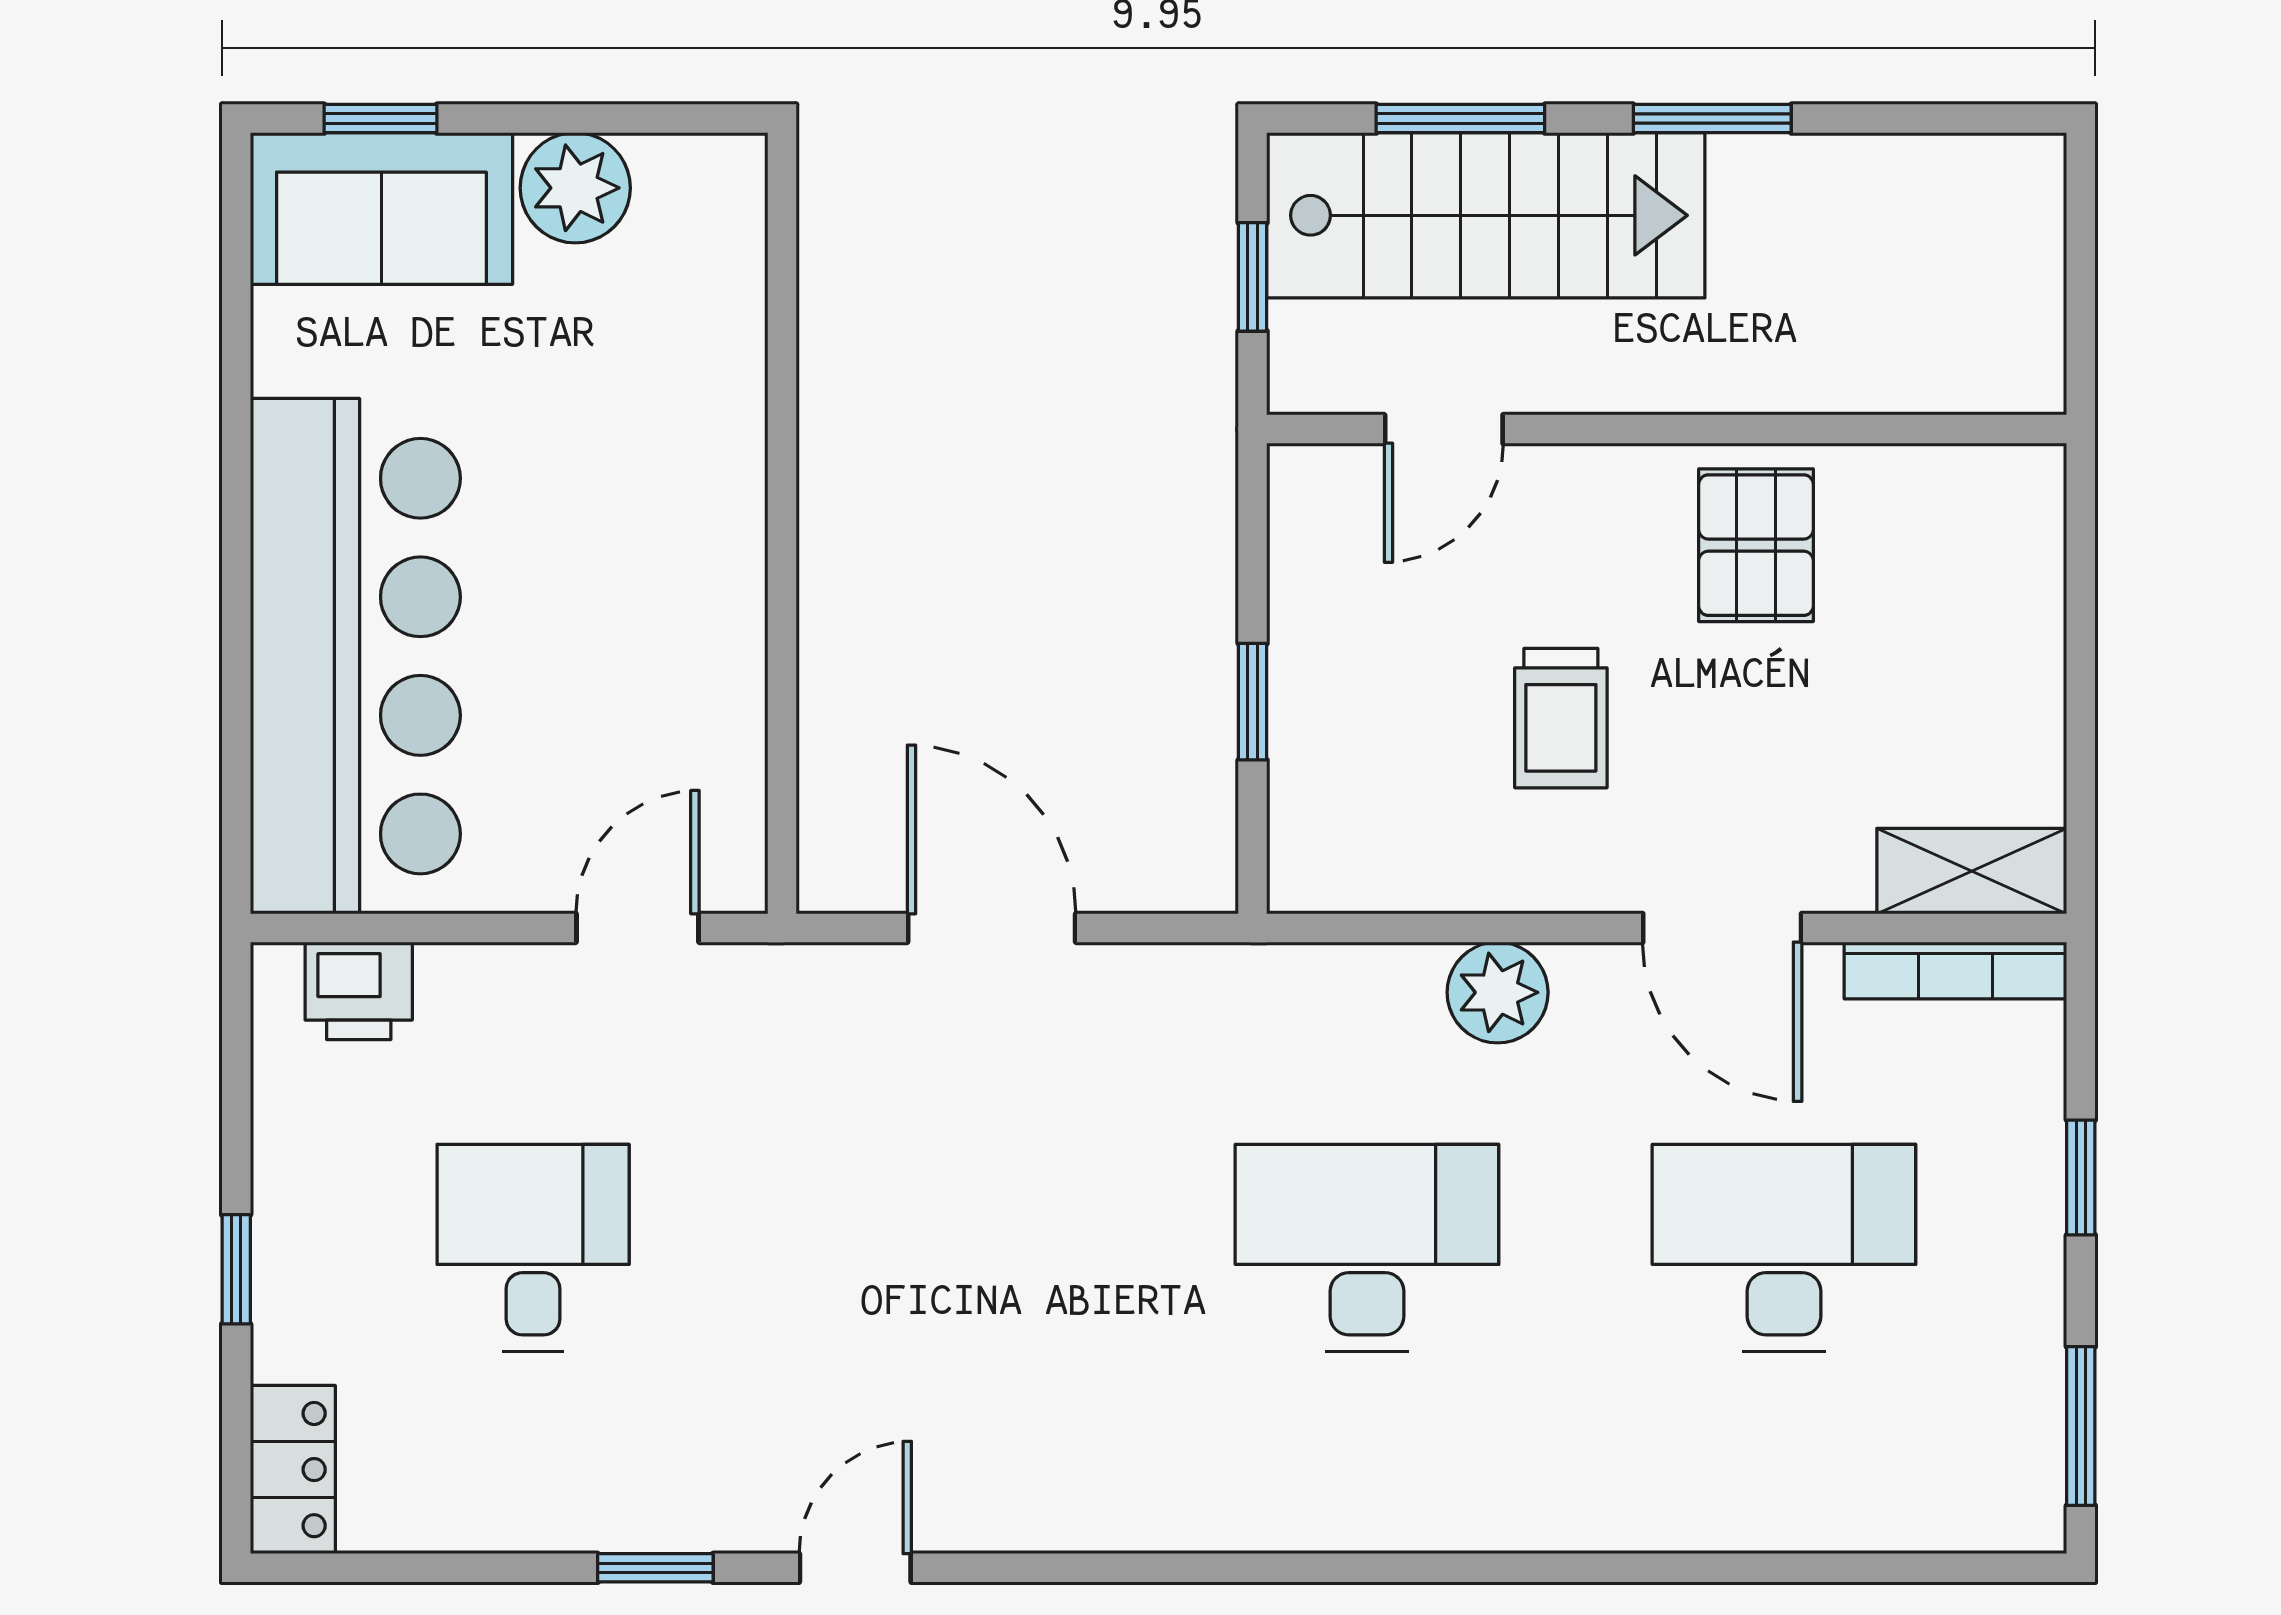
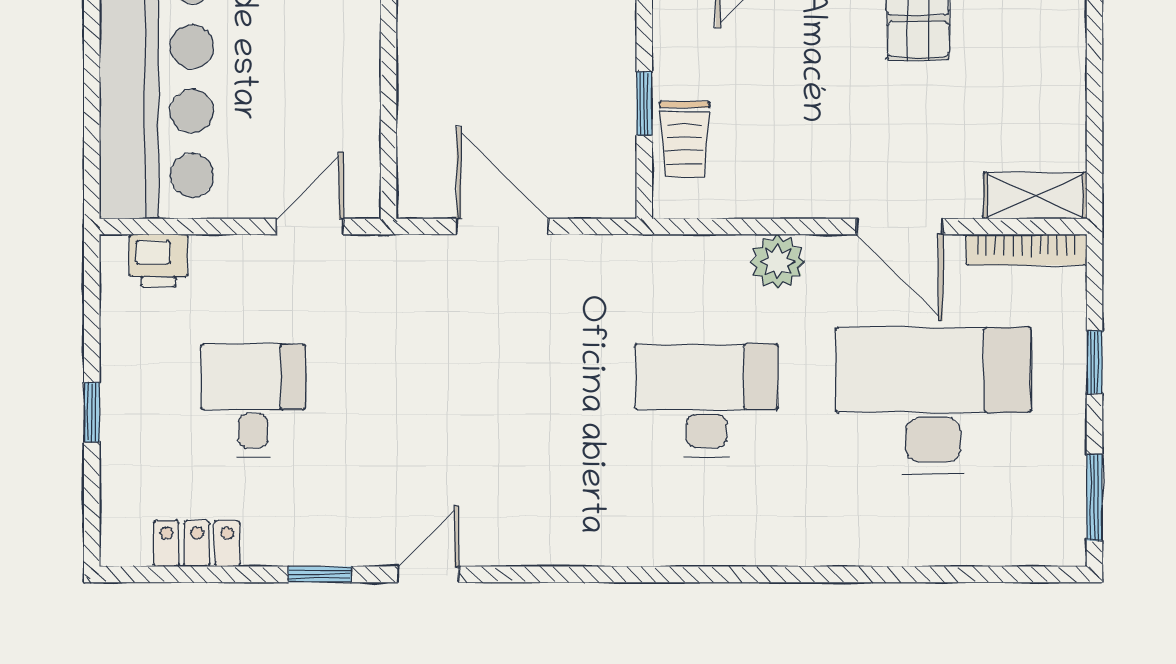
trolley: (1561, 718) -> (685, 139), moved
desk: (1784, 1248) -> (933, 400), width x1.36, depth x1.30
locker: (293, 1470) -> (197, 544), moved, turned -90

